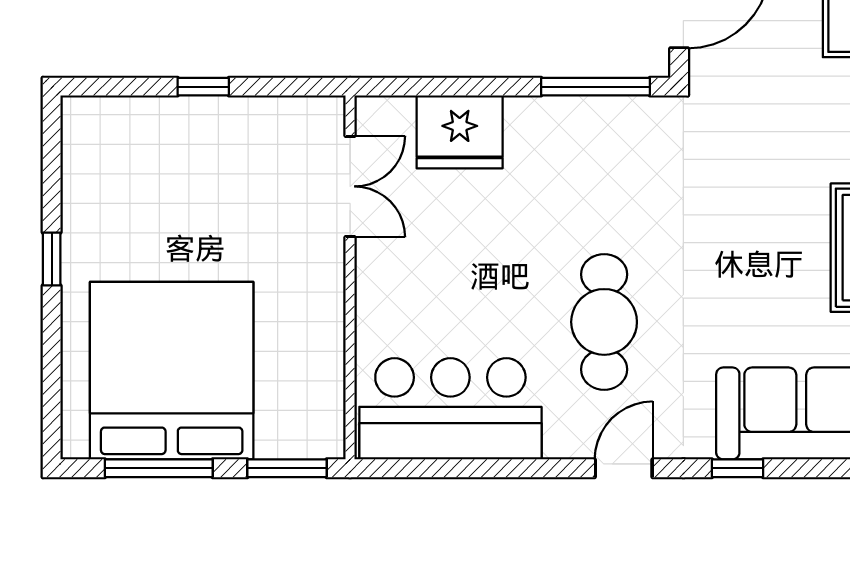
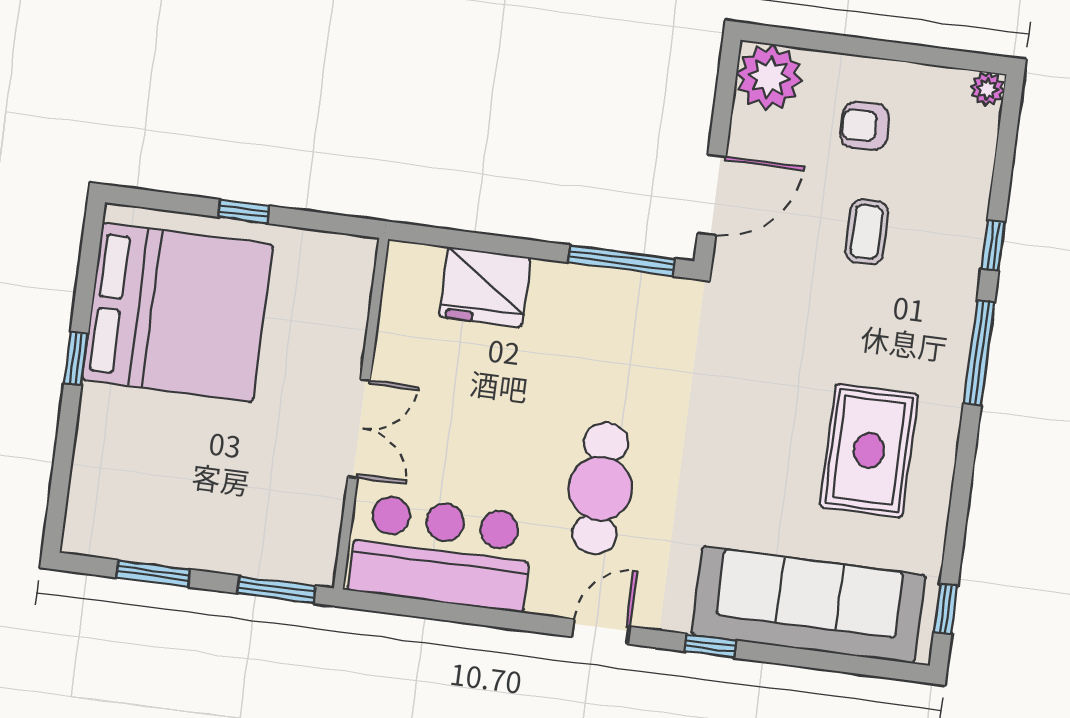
double door: (350, 186) -> (359, 428), moved
bed: (172, 371) -> (178, 312), moved, turned 90
window: (159, 468) -> (153, 574), width x0.69

